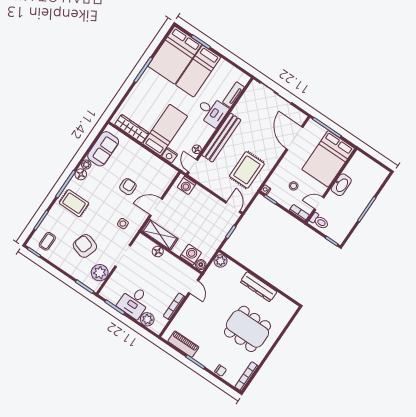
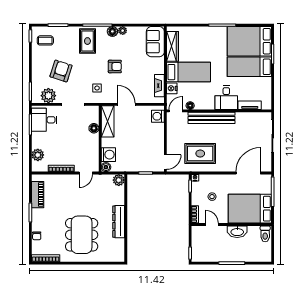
sofa: (103, 149) -> (155, 42), moved, turned 90
fireplace: (159, 165) -> (159, 86), added
armchair: (128, 187) -> (115, 66), moved
toilet: (319, 221) -> (265, 234), moved
desk: (134, 302) -> (44, 120), moved

